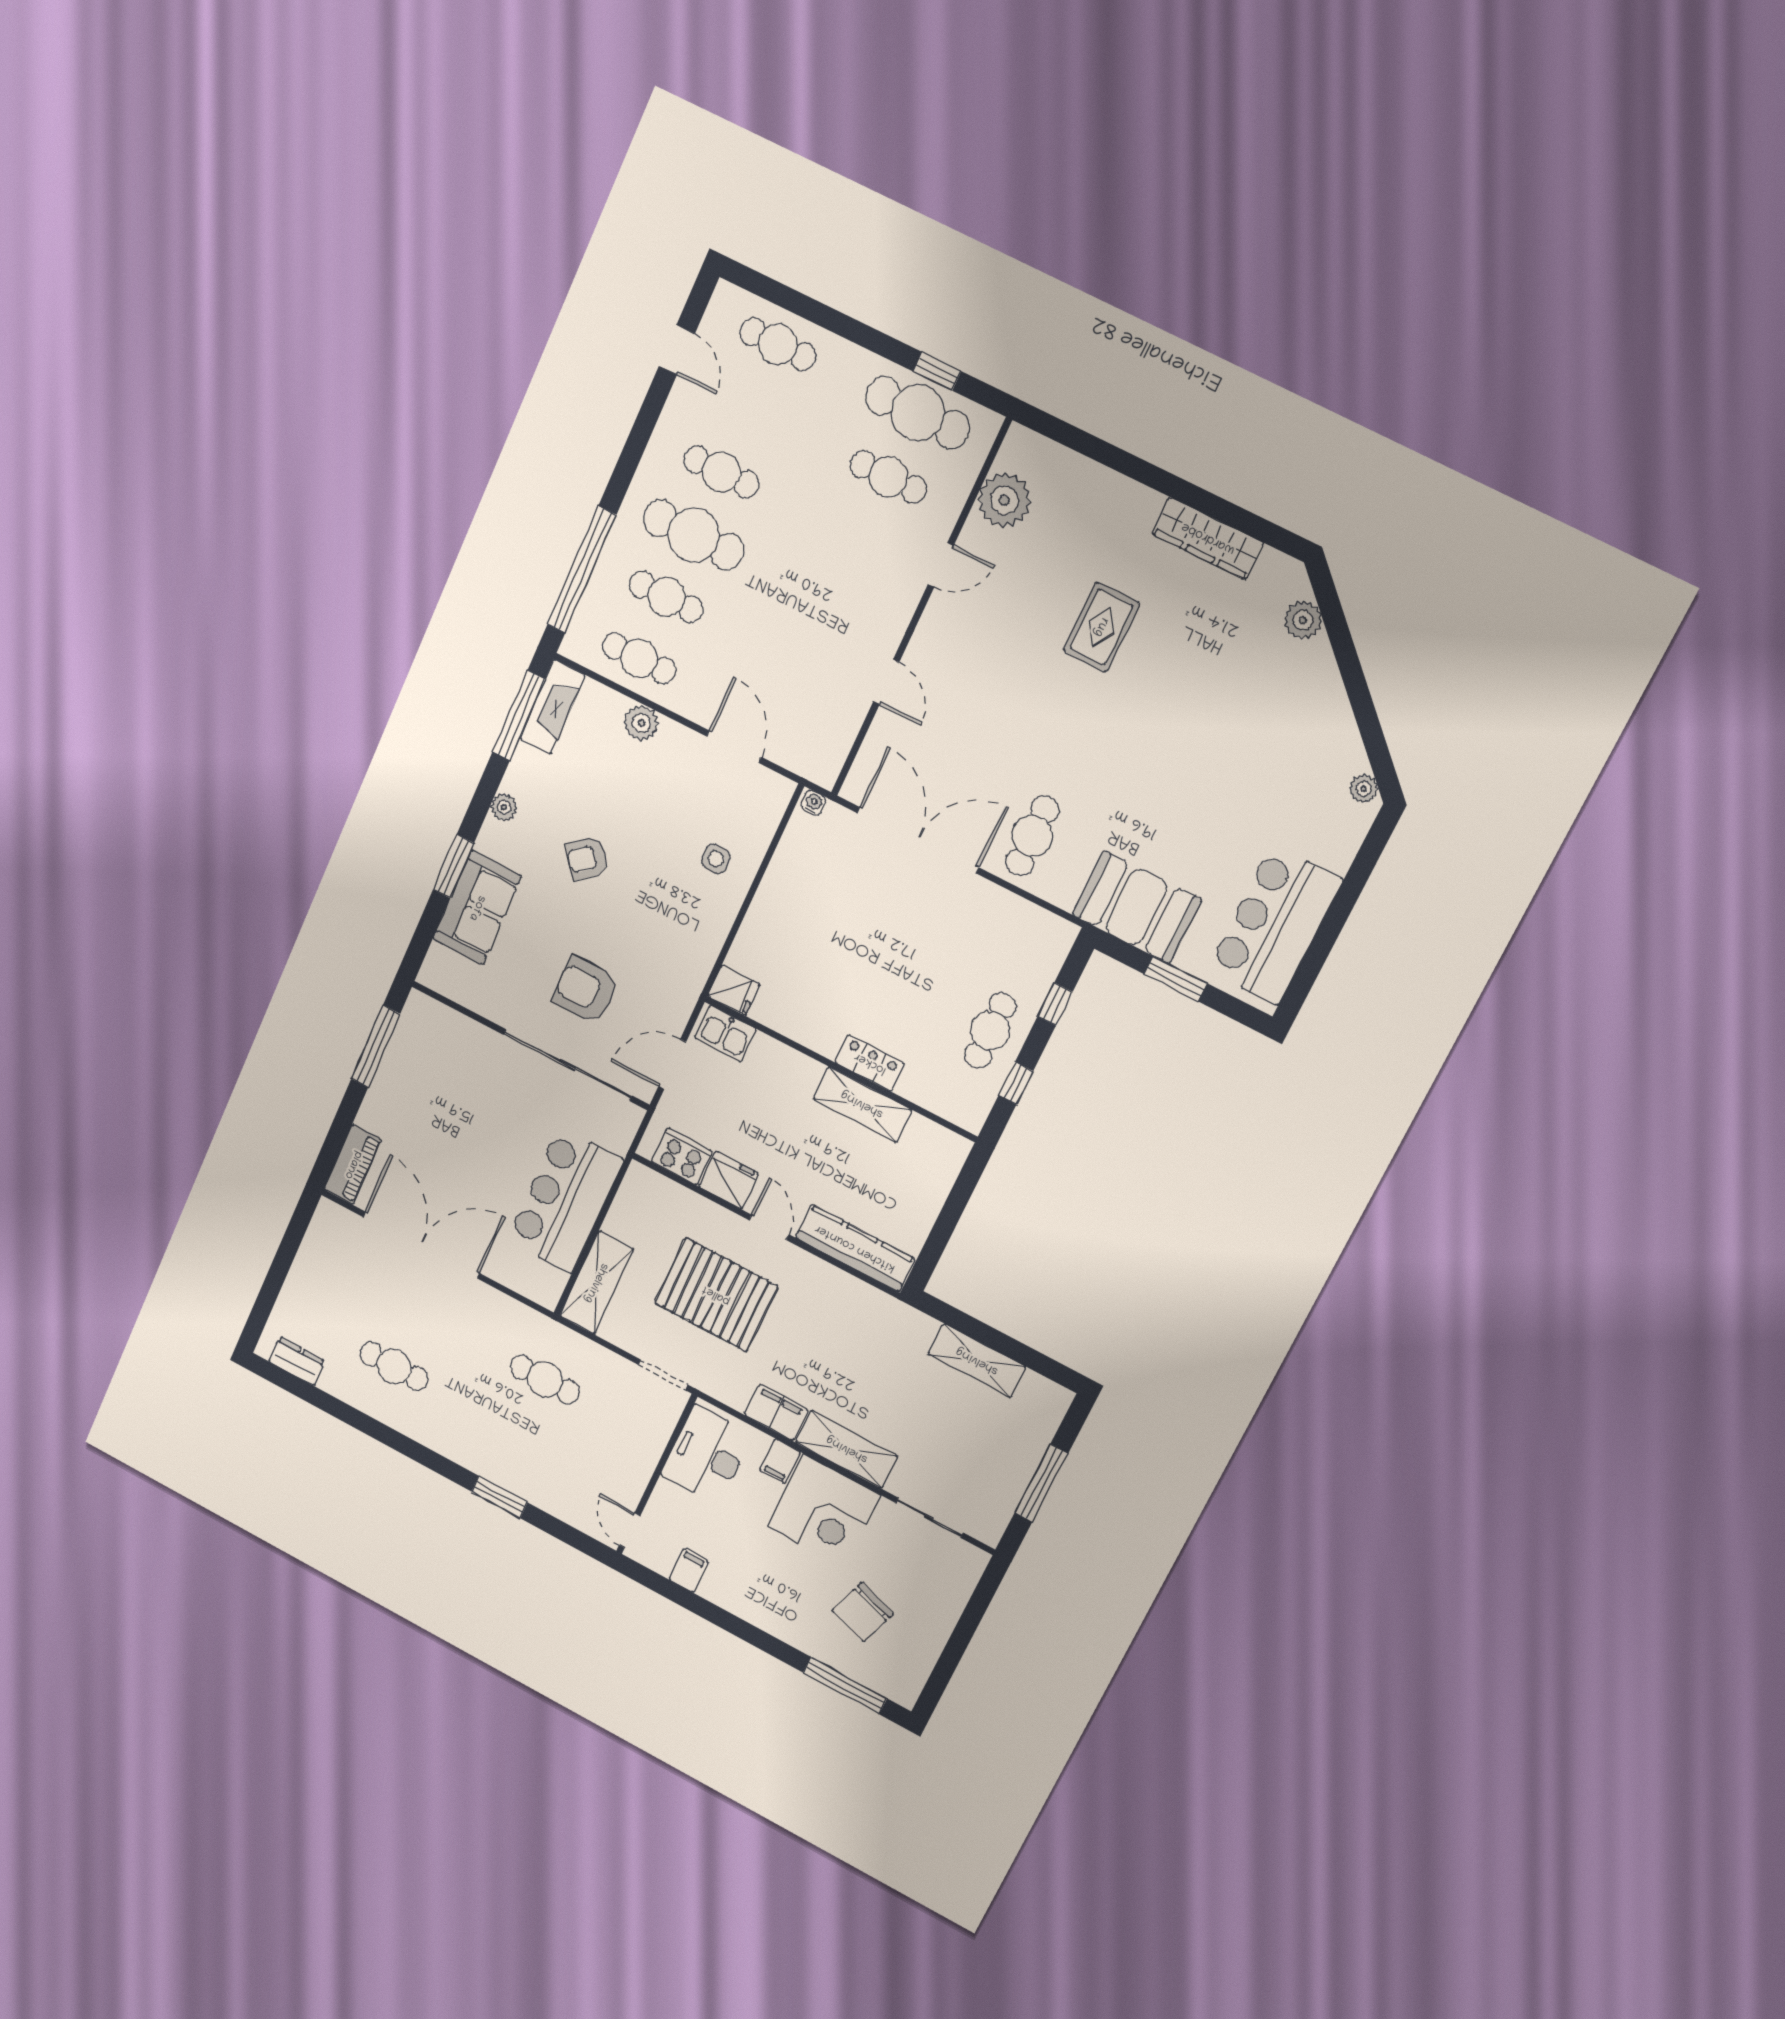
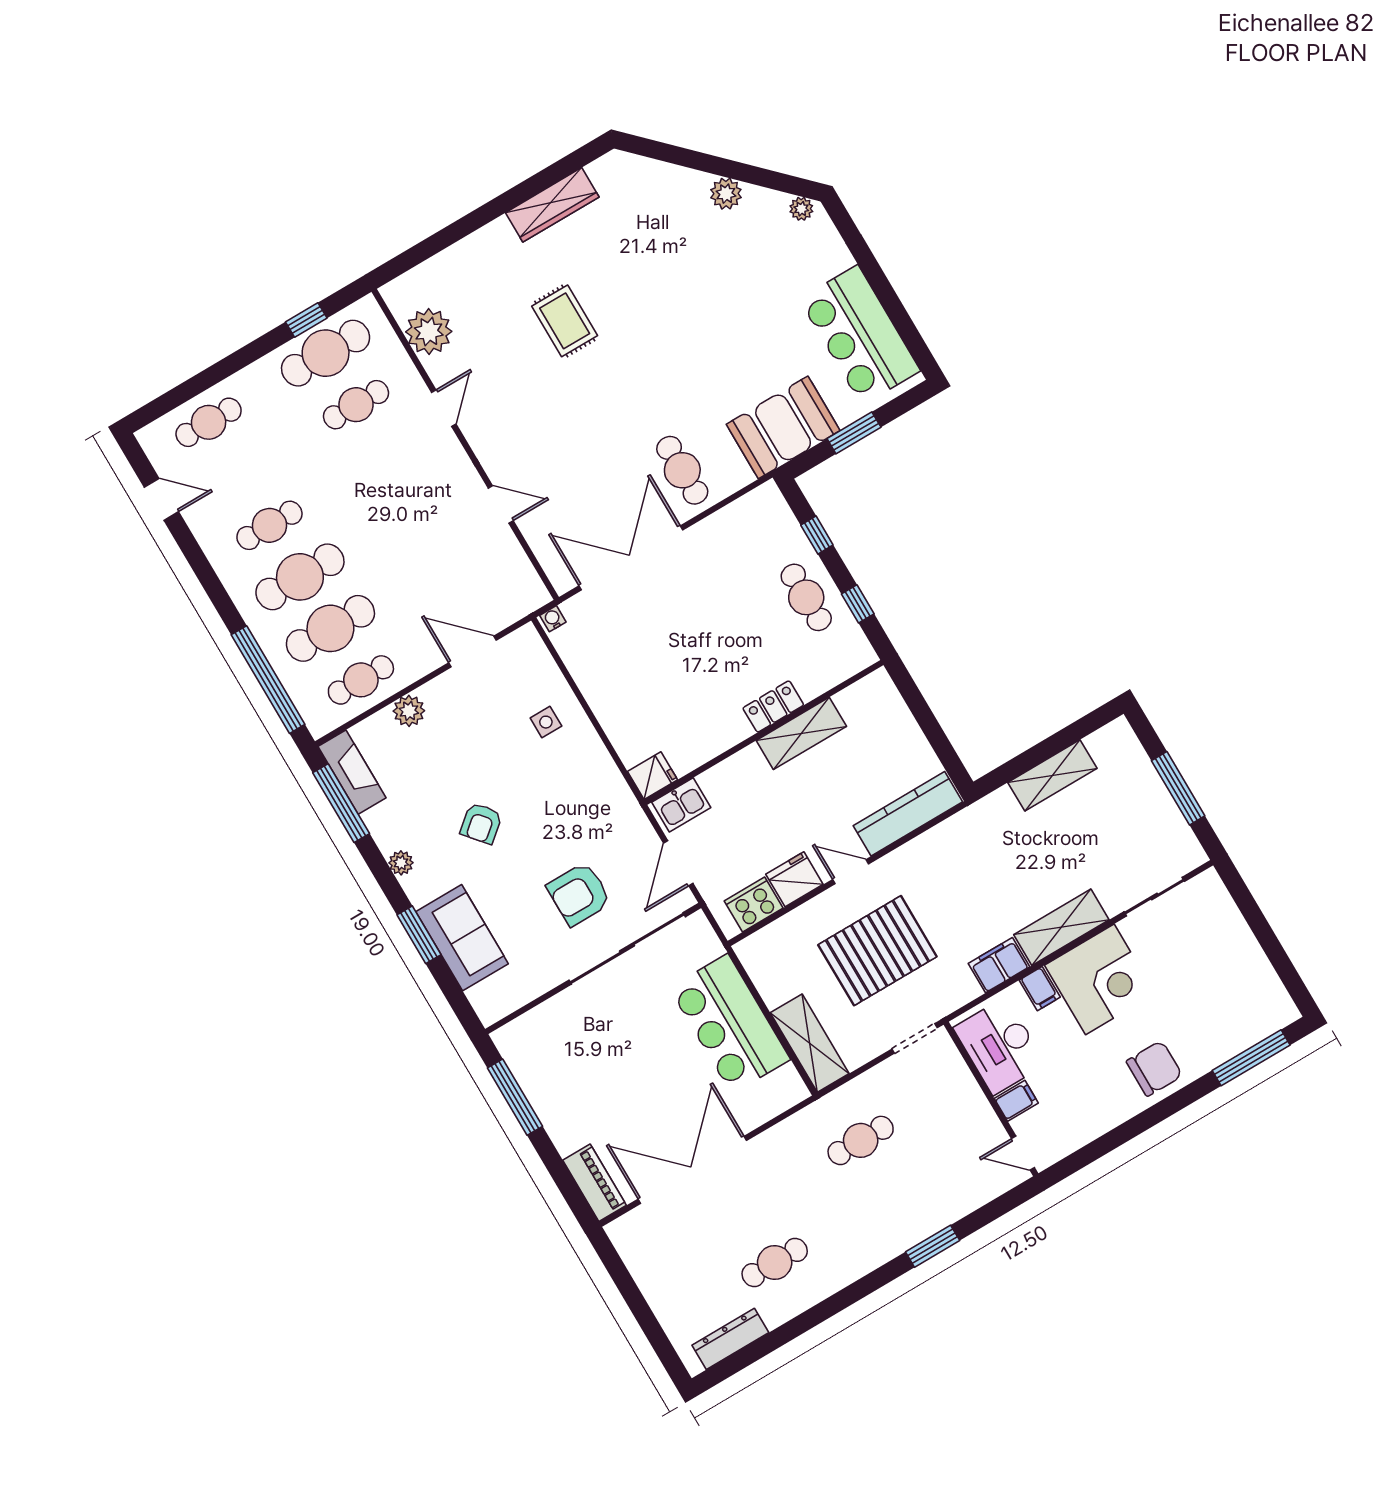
cafe table: (666, 597) -> (330, 628), width x1.37, depth x1.35
plant: (1303, 620) -> (726, 194), moved
dresser: (297, 1361) -> (730, 1339), width x1.44
filing cabinet: (689, 1570) -> (1016, 1101), moved, turned 90
chair: (863, 1612) -> (1154, 1068), moved, turned -108

